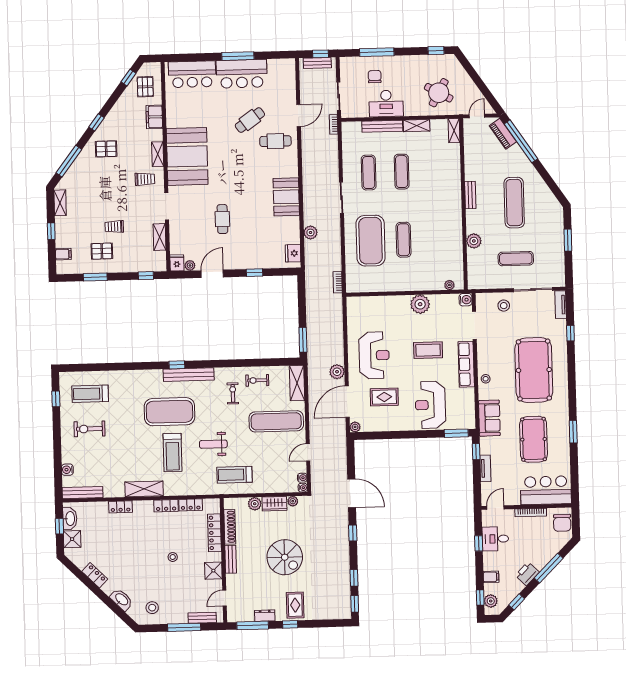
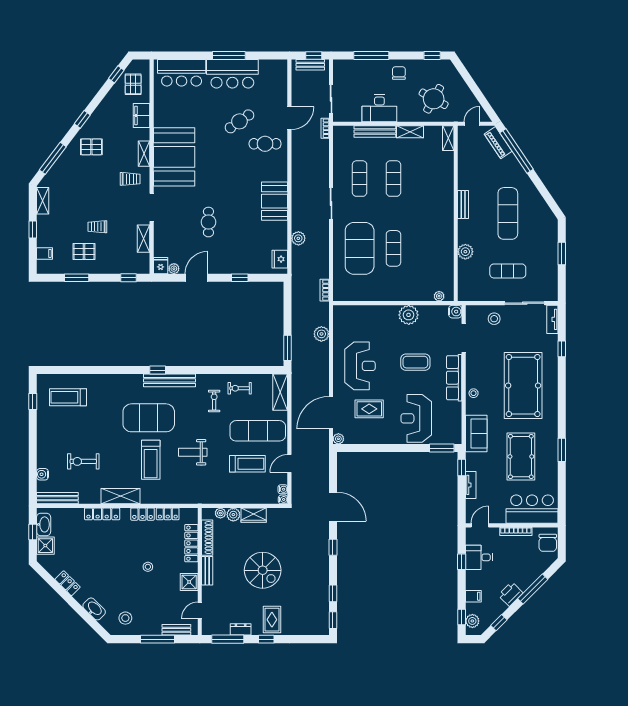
chair: (375, 77) -> (399, 73), moved
plant: (337, 372) -> (321, 334), moved
exercise bike: (89, 429) -> (83, 461), moved
treadmill: (234, 475) -> (247, 464), moved, turned 180
plant: (293, 501) -> (220, 513), moved
locker: (121, 507) -> (102, 514), width x1.53

